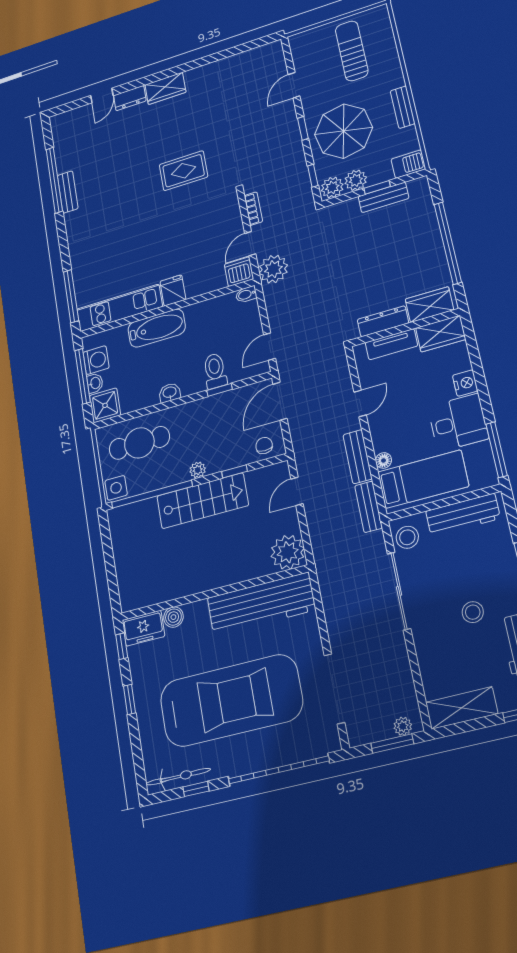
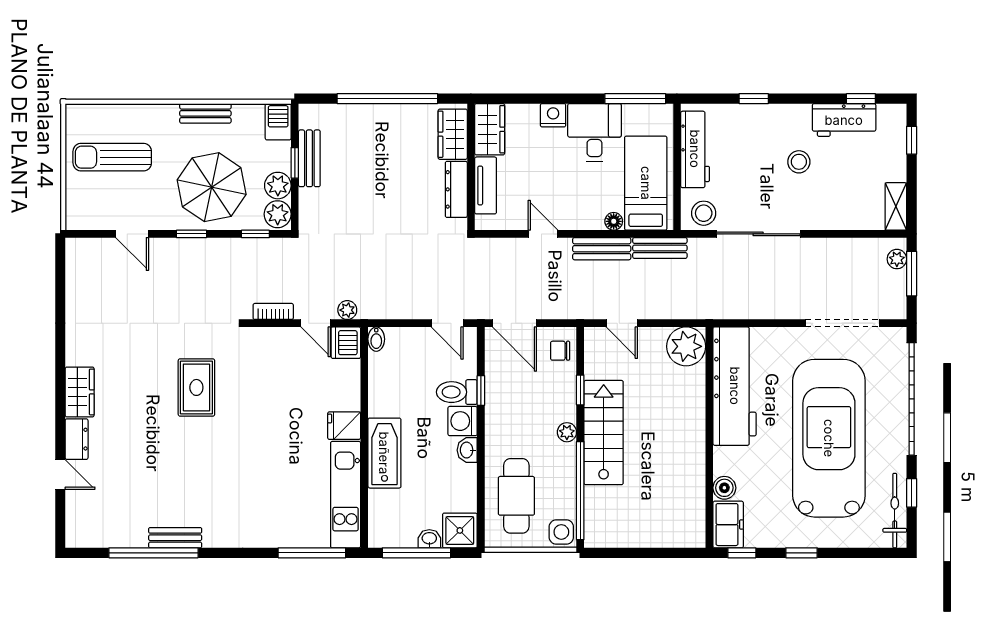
plant: (273, 269) -> (347, 310), width x0.53, depth x0.53
washing machine: (96, 360) -> (463, 421), moved, turned -90
shelving: (462, 708) -> (896, 206), width x0.67, depth x0.75

